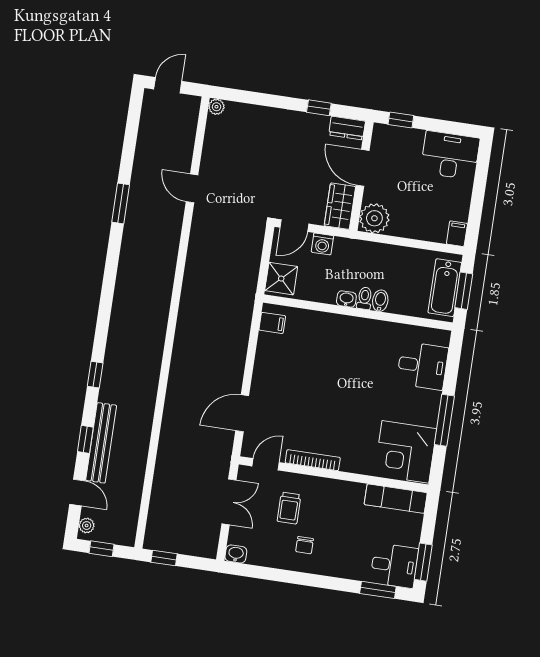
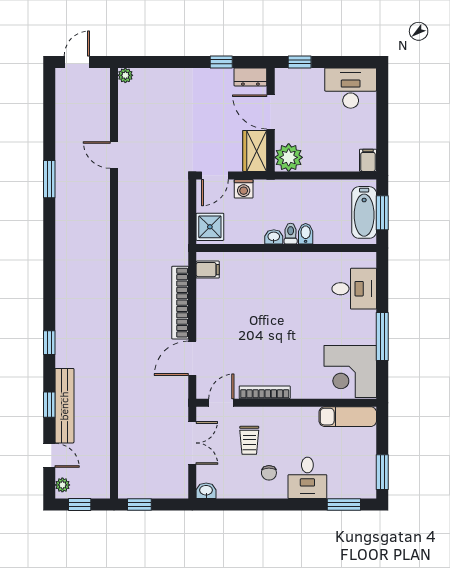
bookcase: (238, 353) -> (180, 303), added
desk: (394, 566) -> (307, 478), moved, turned 90

